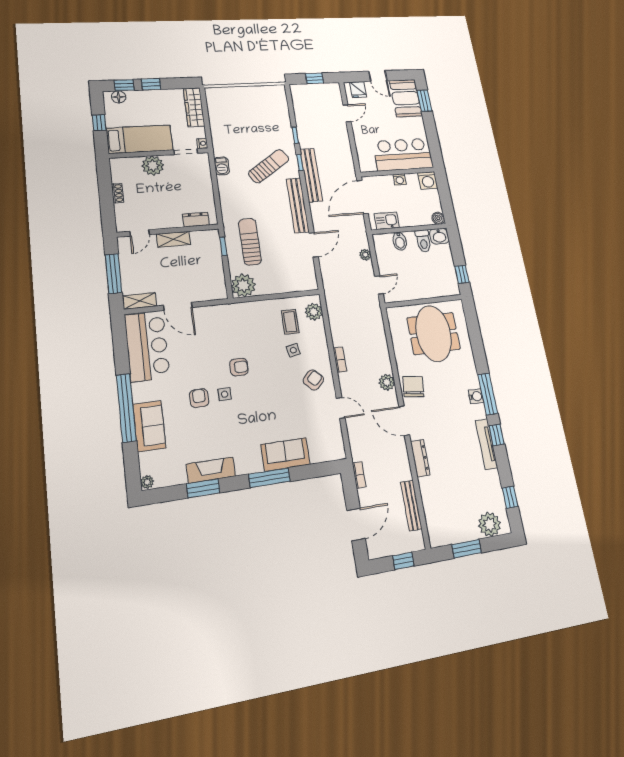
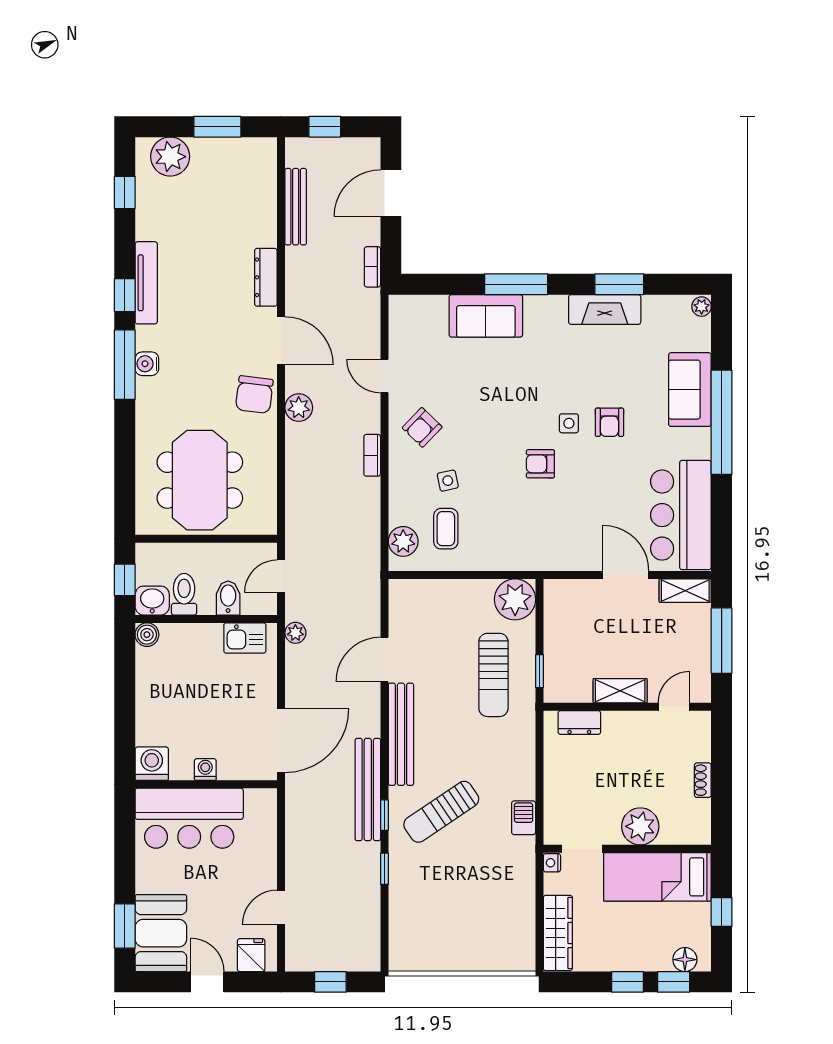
boiler: (438, 218) -> (147, 635), moved
kitchen sink: (387, 221) -> (245, 638), moved
wall: (409, 229) -> (206, 619), moved
washbasin: (439, 236) -> (152, 601), moved
bidet: (400, 241) -> (228, 598), moved
toilet: (423, 241) -> (184, 594), moved

